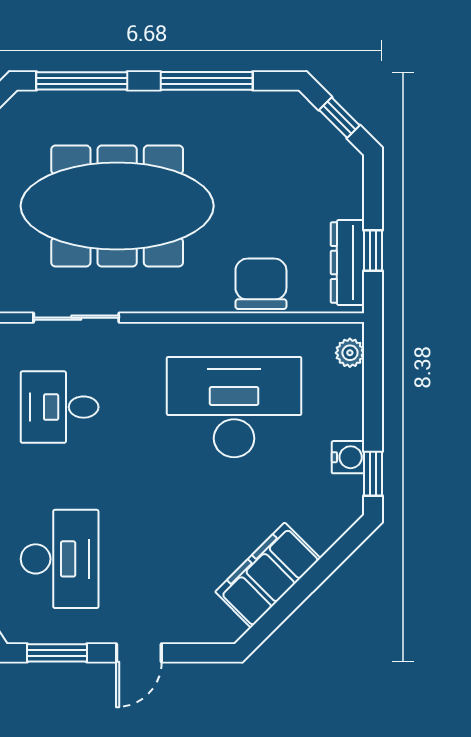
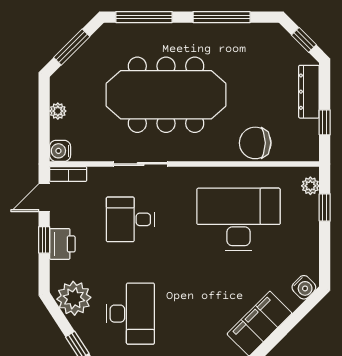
dresser: (348, 263) -> (309, 92), moved
chair: (261, 284) -> (255, 143), turned -90
water cooler: (348, 457) -> (304, 287), moved, turned 45
window: (373, 474) -> (325, 207), moved

